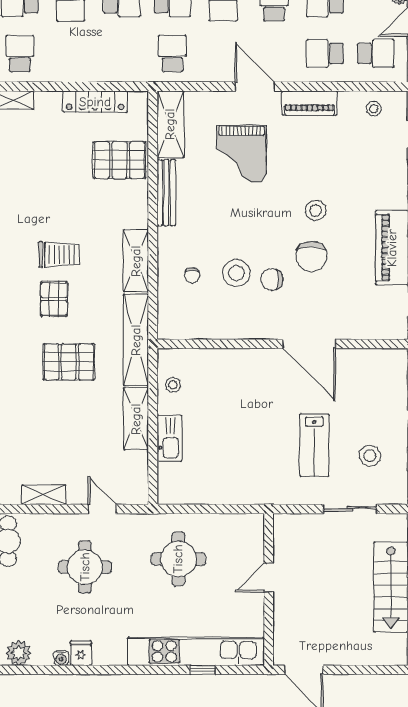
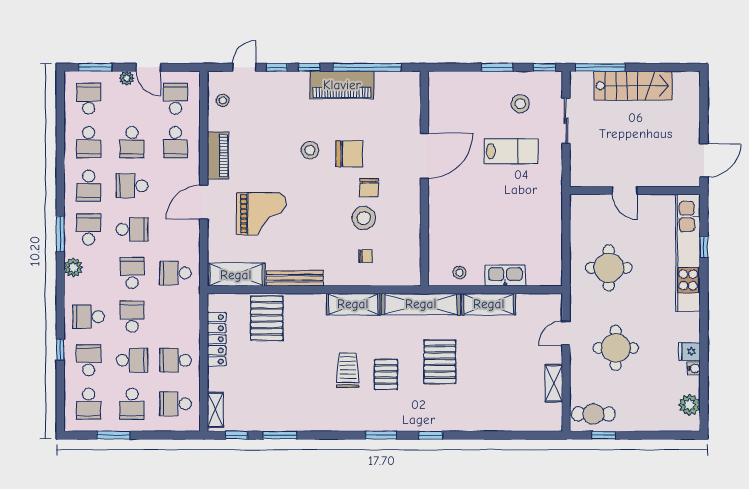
school desk: (71, 53) -> (175, 360), added
pallet: (54, 299) -> (386, 375), turned 90

